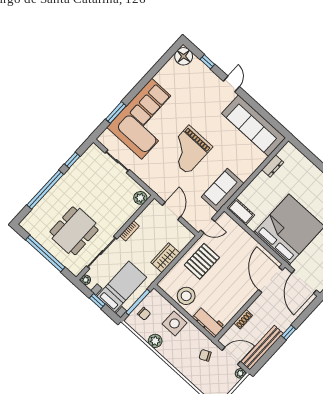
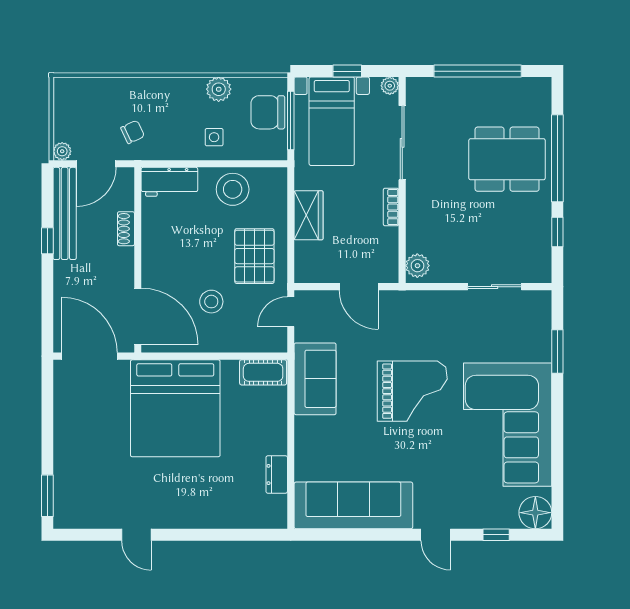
corner sofa: (147, 119) -> (508, 425), moved
grand piano: (188, 150) -> (412, 391), turned 90
dining table: (74, 231) -> (507, 159), moved, turned 90
stool: (236, 259) -> (211, 302), added
chair: (144, 314) -> (268, 112), width x1.87, depth x1.87
side table: (174, 323) -> (214, 137), width x0.54, depth x0.54
window: (289, 332) -> (47, 241), moved

